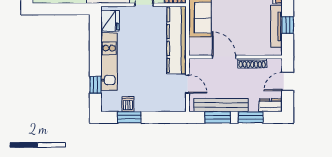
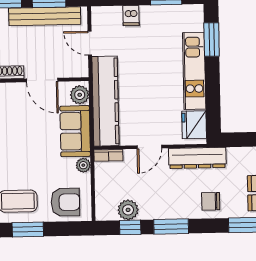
plant: (196, 45) -> (80, 95), added
window: (95, 85) -> (212, 40), width x1.50
dishwasher: (128, 104) -> (131, 16), moved

